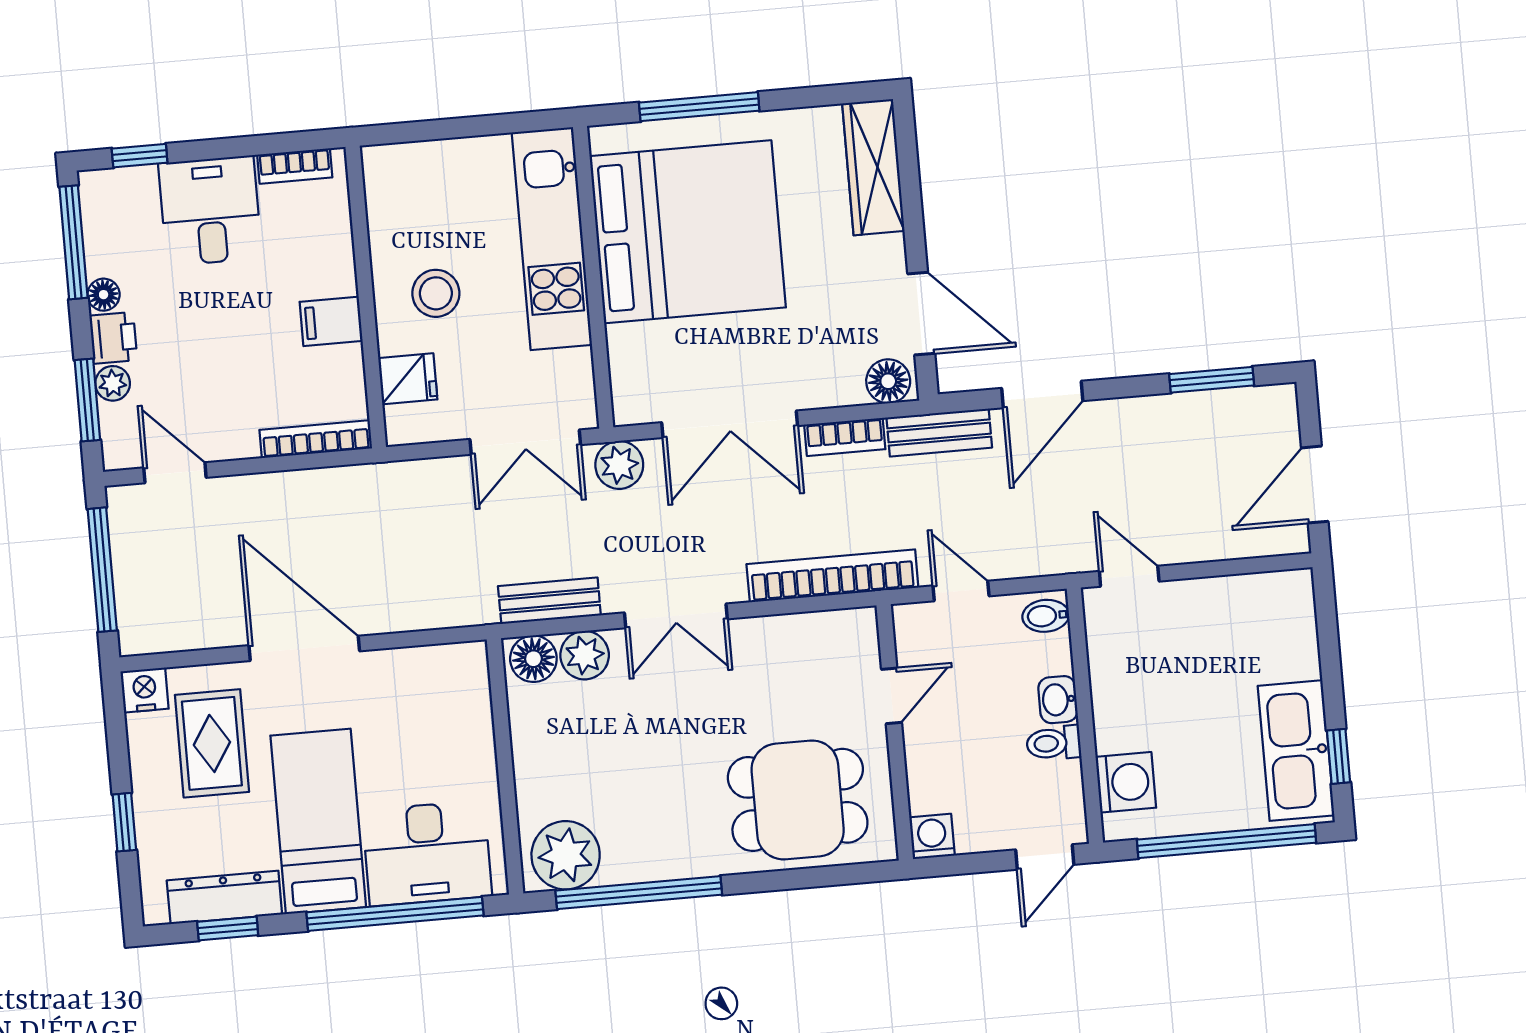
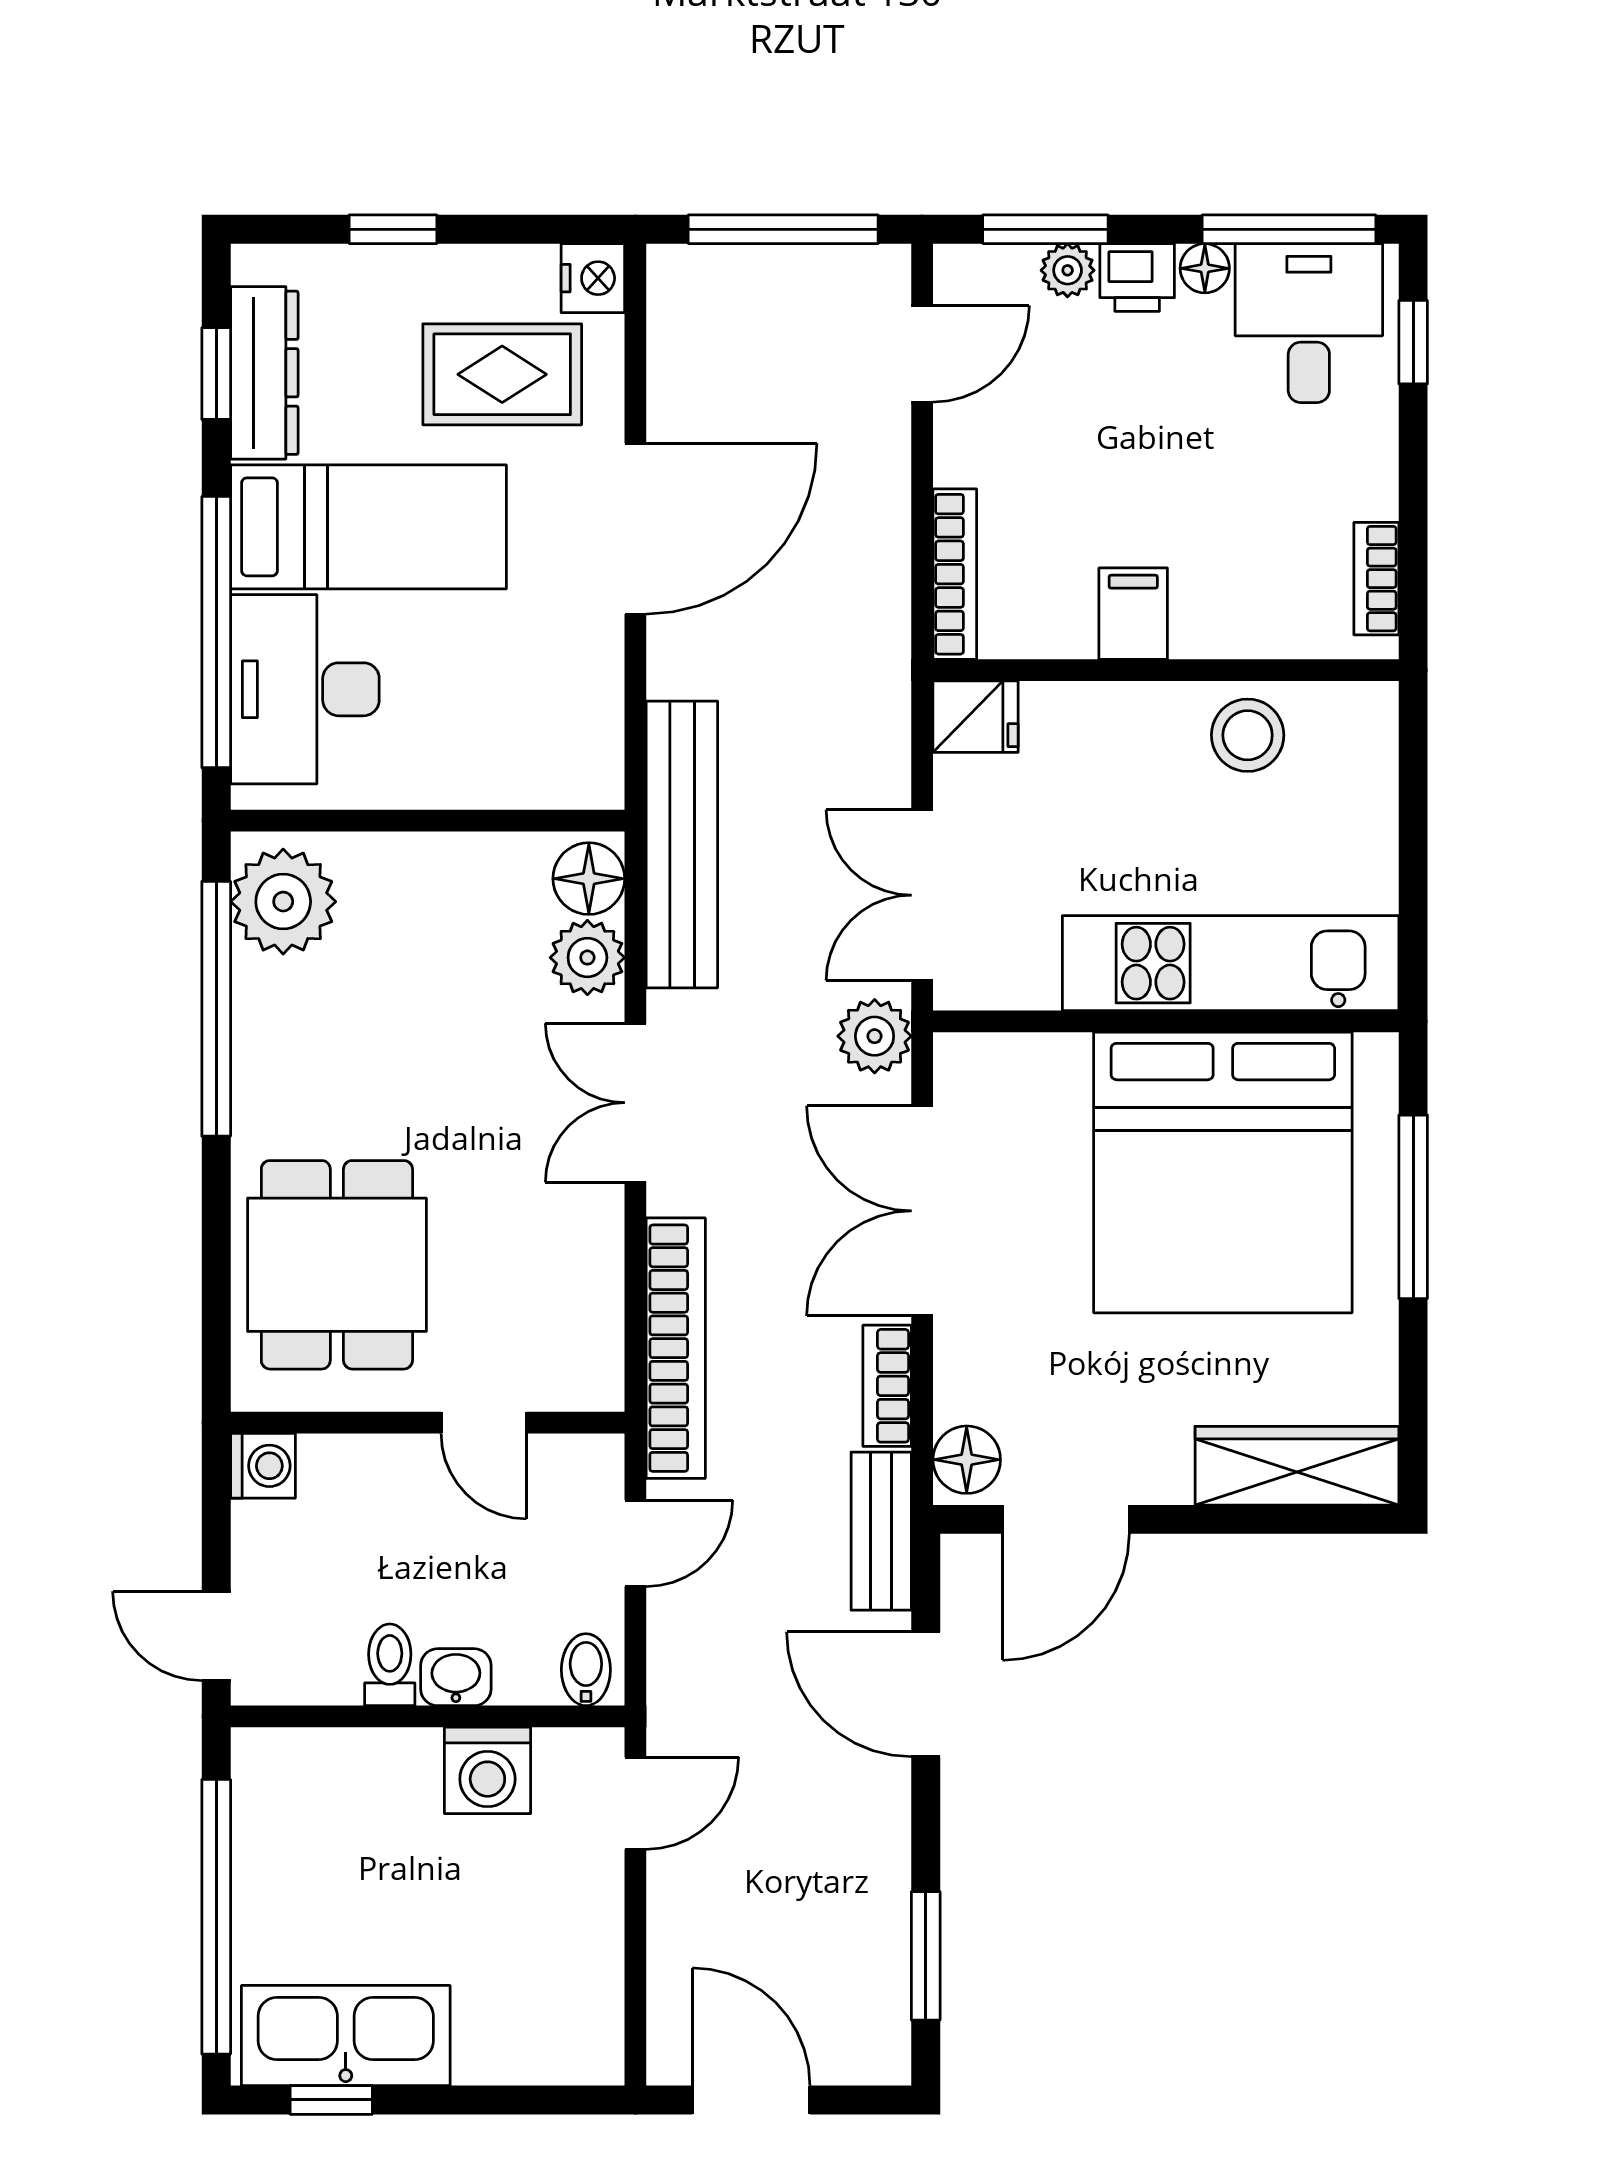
desk: (210, 211) -> (1309, 323), moved, turned -90
stool: (436, 293) -> (1248, 735), moved
fridge: (408, 379) -> (976, 717), moved, turned -90
bench: (549, 601) -> (682, 844), width x1.86, depth x1.21
washing machine: (1126, 782) -> (487, 1770), moved

